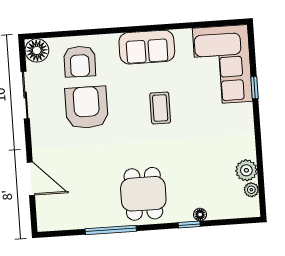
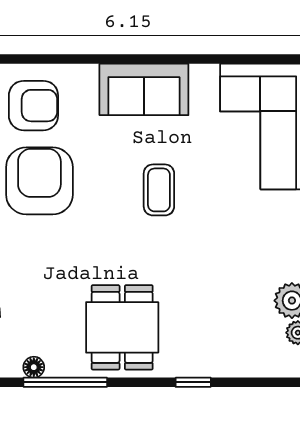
armchair: (80, 62) -> (33, 106), turned -91
floor lamp: (200, 215) -> (34, 367), moved

